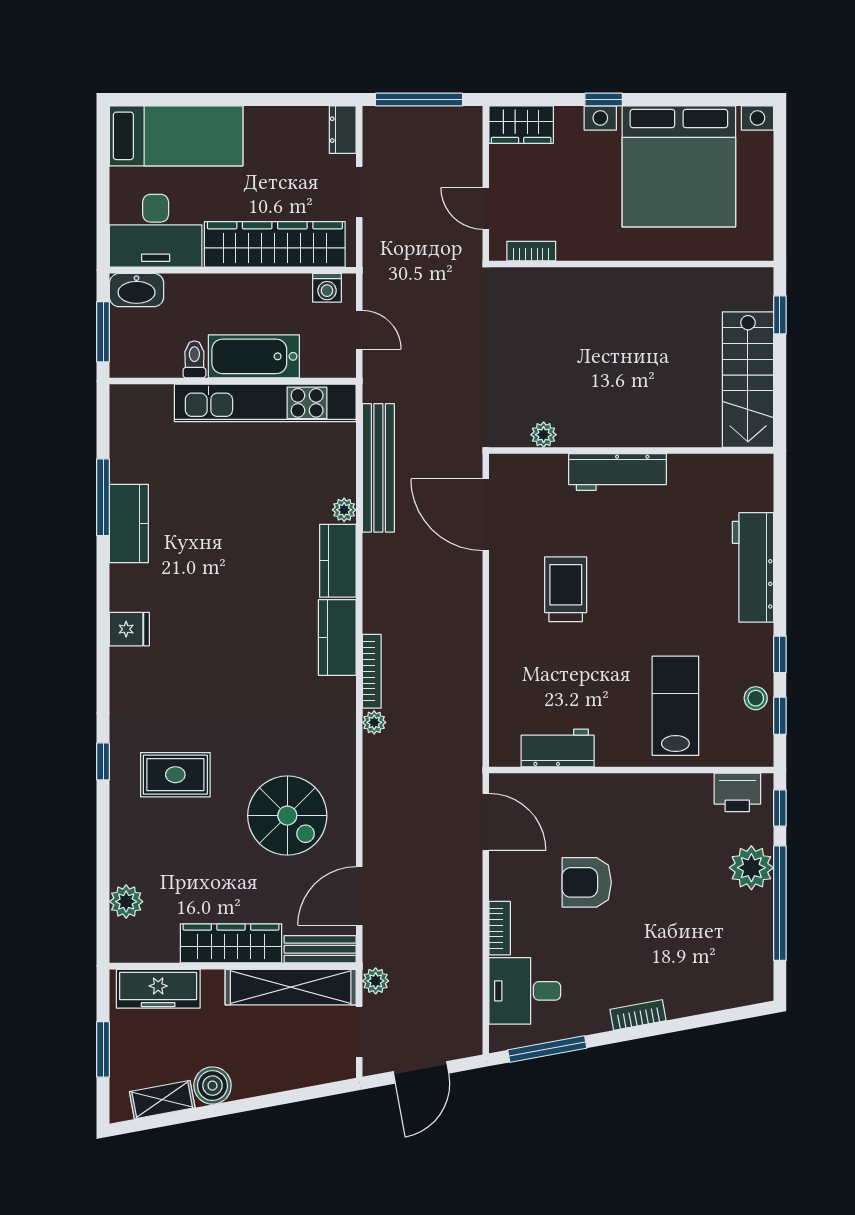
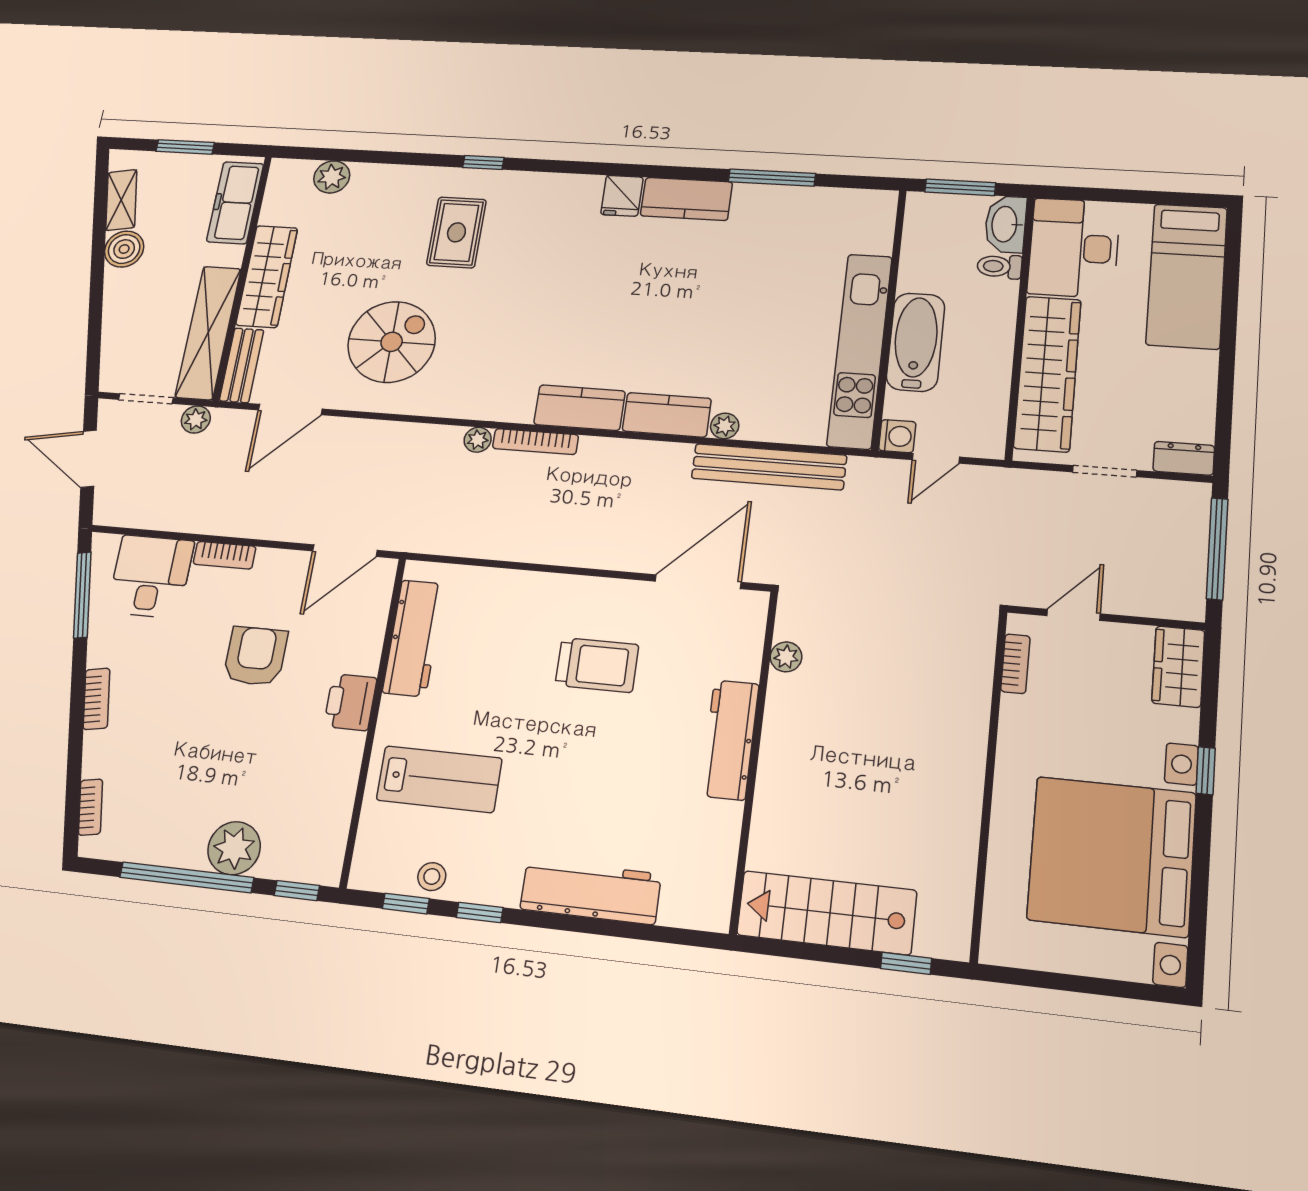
washing machine: (327, 288) -> (897, 436), moved, turned 180
toilet: (194, 359) -> (999, 267), moved, turned 180
kitchen counter: (129, 523) -> (686, 199), moved
workbench: (558, 748) -> (414, 638), width x1.38
printer: (737, 792) -> (350, 702), moved
spiral stairs: (287, 816) -> (392, 342), turned 180
door: (359, 896) -> (290, 410), swing flipped
bookcase: (731, 999) -> (90, 807), added

